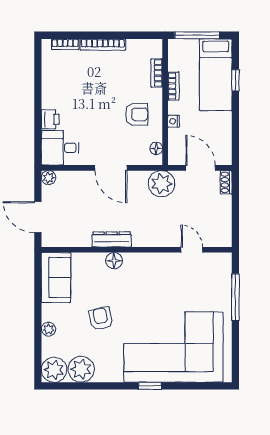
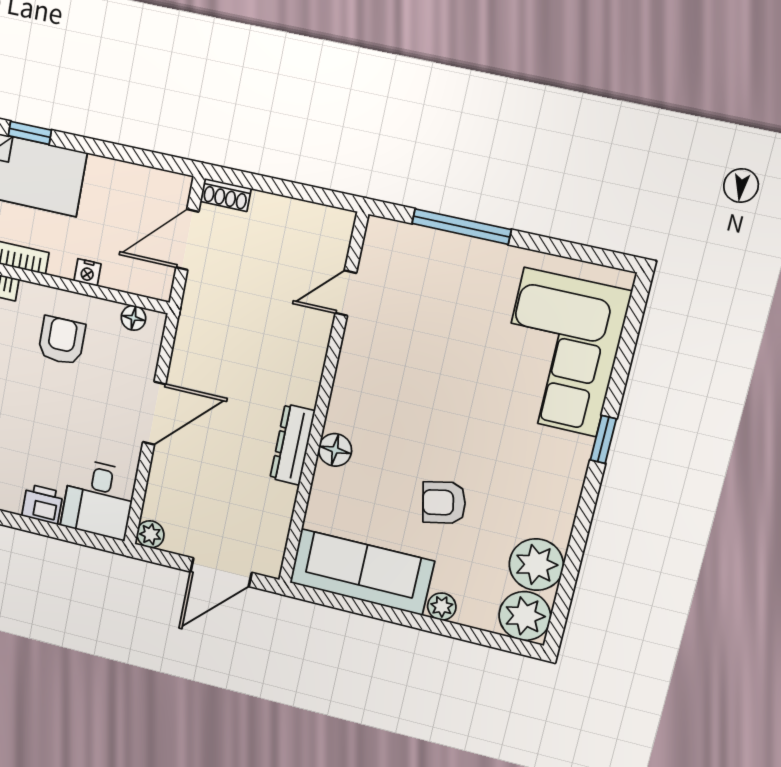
plant: (161, 184) -> (204, 323), removed
sofa: (56, 277) -> (362, 572), width x1.36
corner sofa: (173, 347) -> (560, 353), width x0.73, depth x0.74

